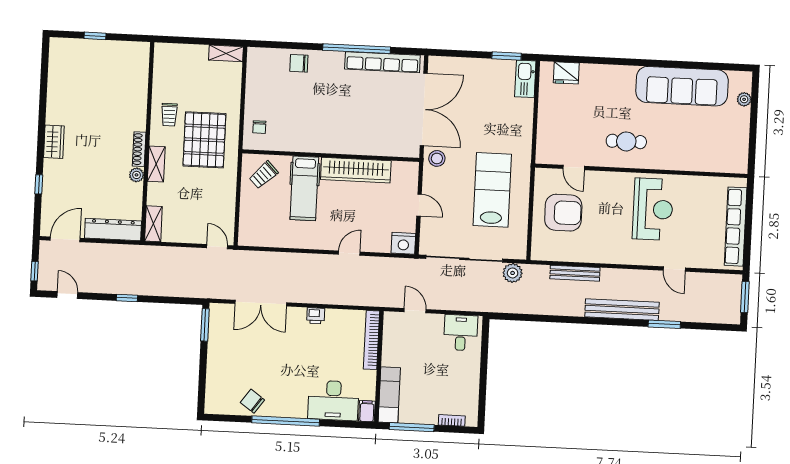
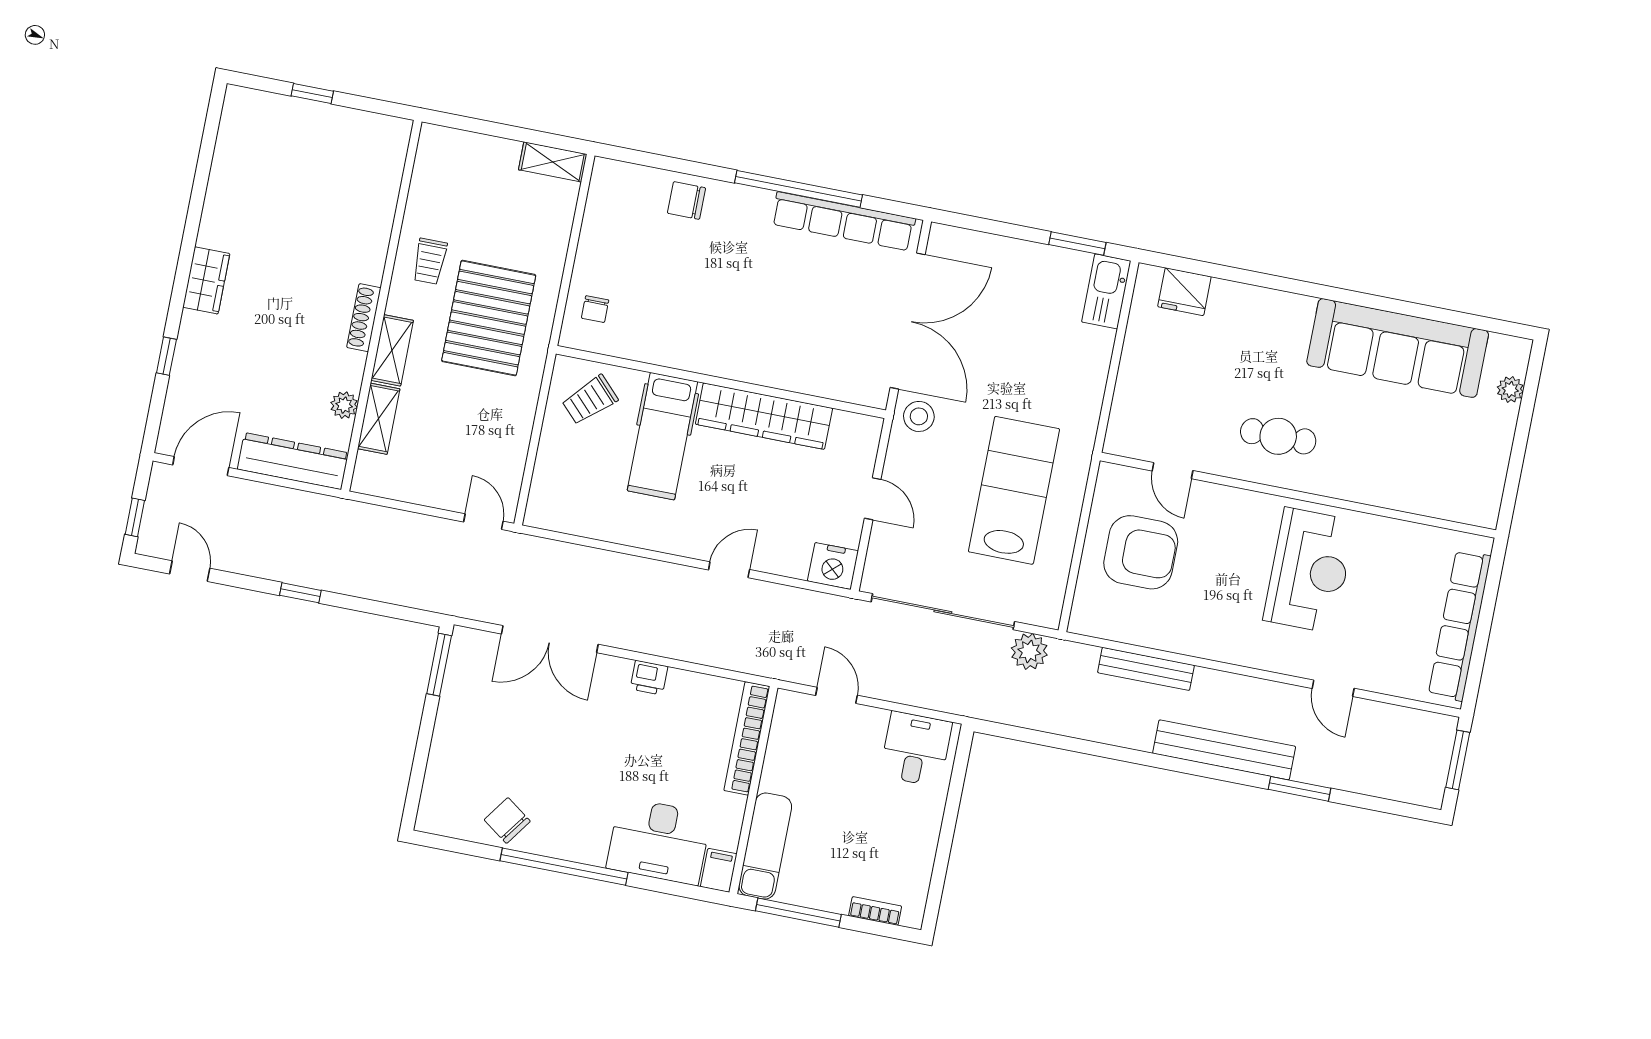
plant: (137, 175) -> (344, 405), moved
shelving: (153, 224) -> (379, 419), moved

